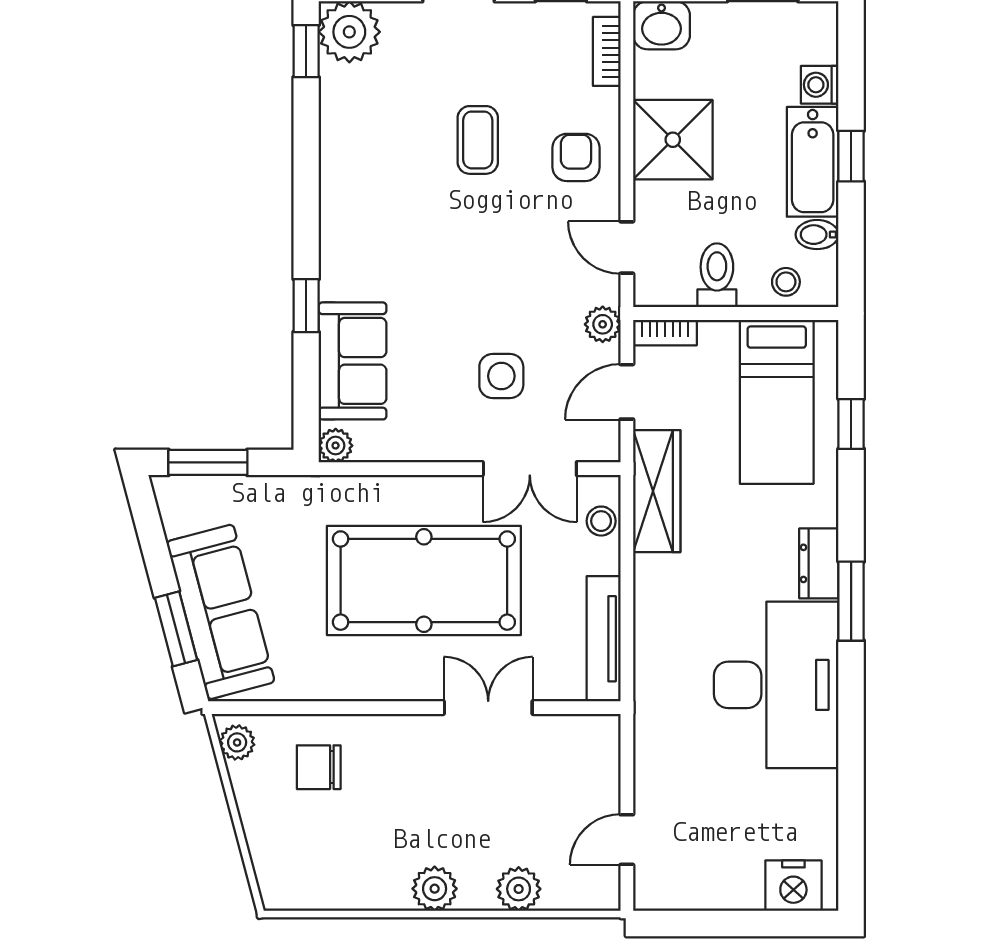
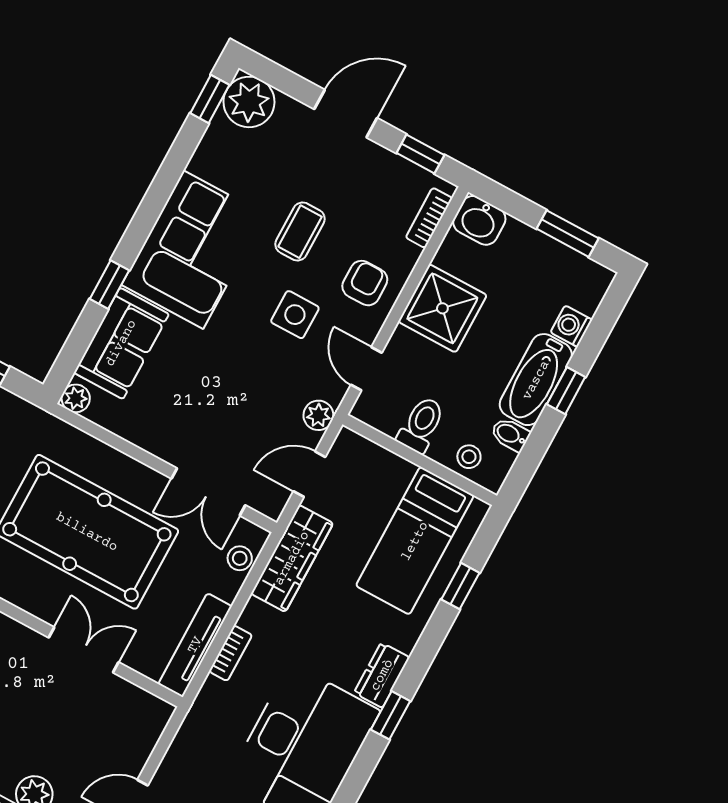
corner sofa: (375, 220) -> (193, 250), added
bookcase: (665, 333) -> (231, 653), moved, turned -90
side table: (501, 376) -> (295, 315), moved
window: (851, 601) -> (390, 715), width x0.67

